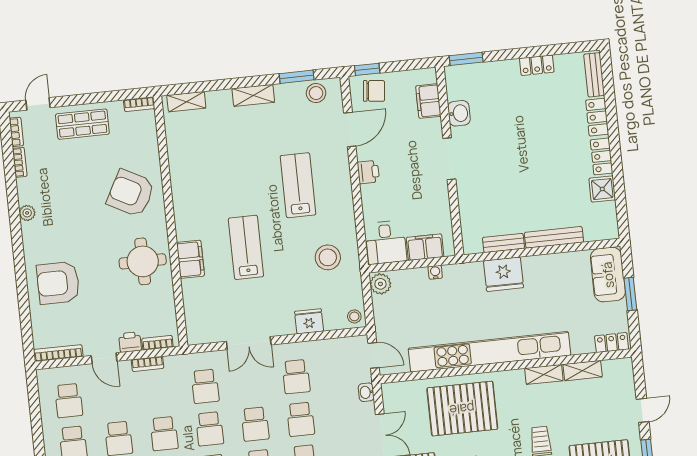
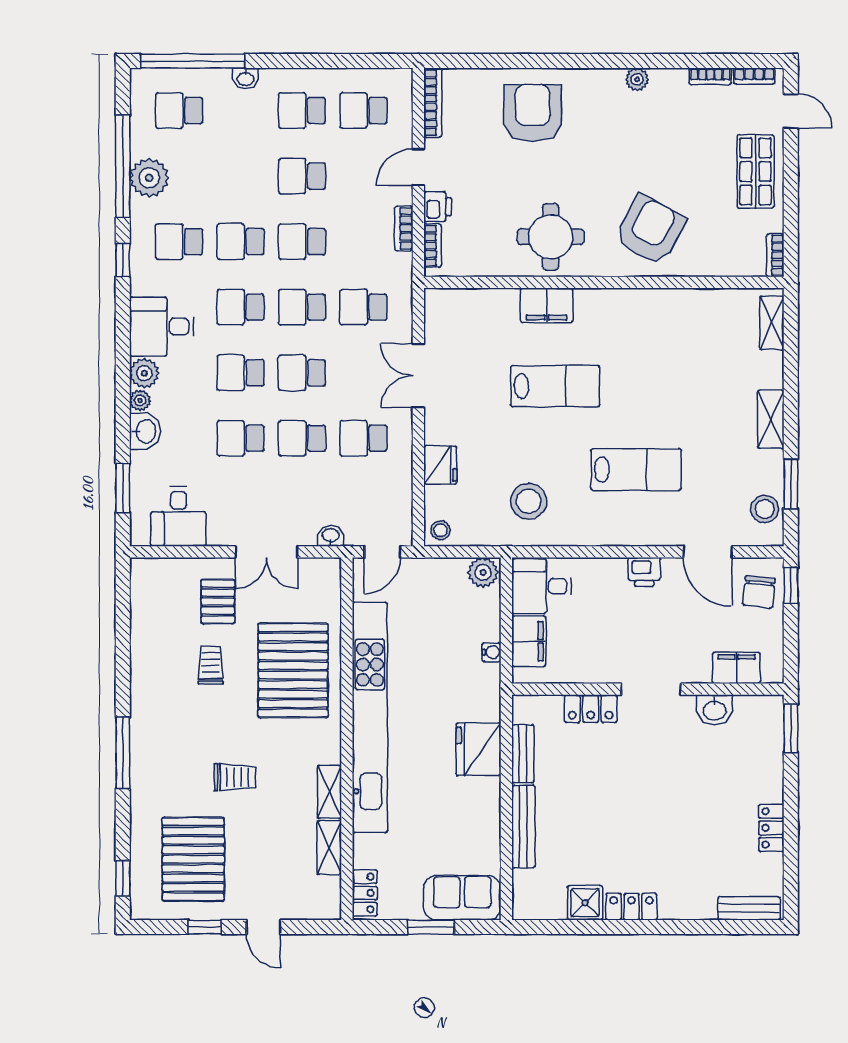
locker: (597, 117) -> (591, 709), moved, turned 180

